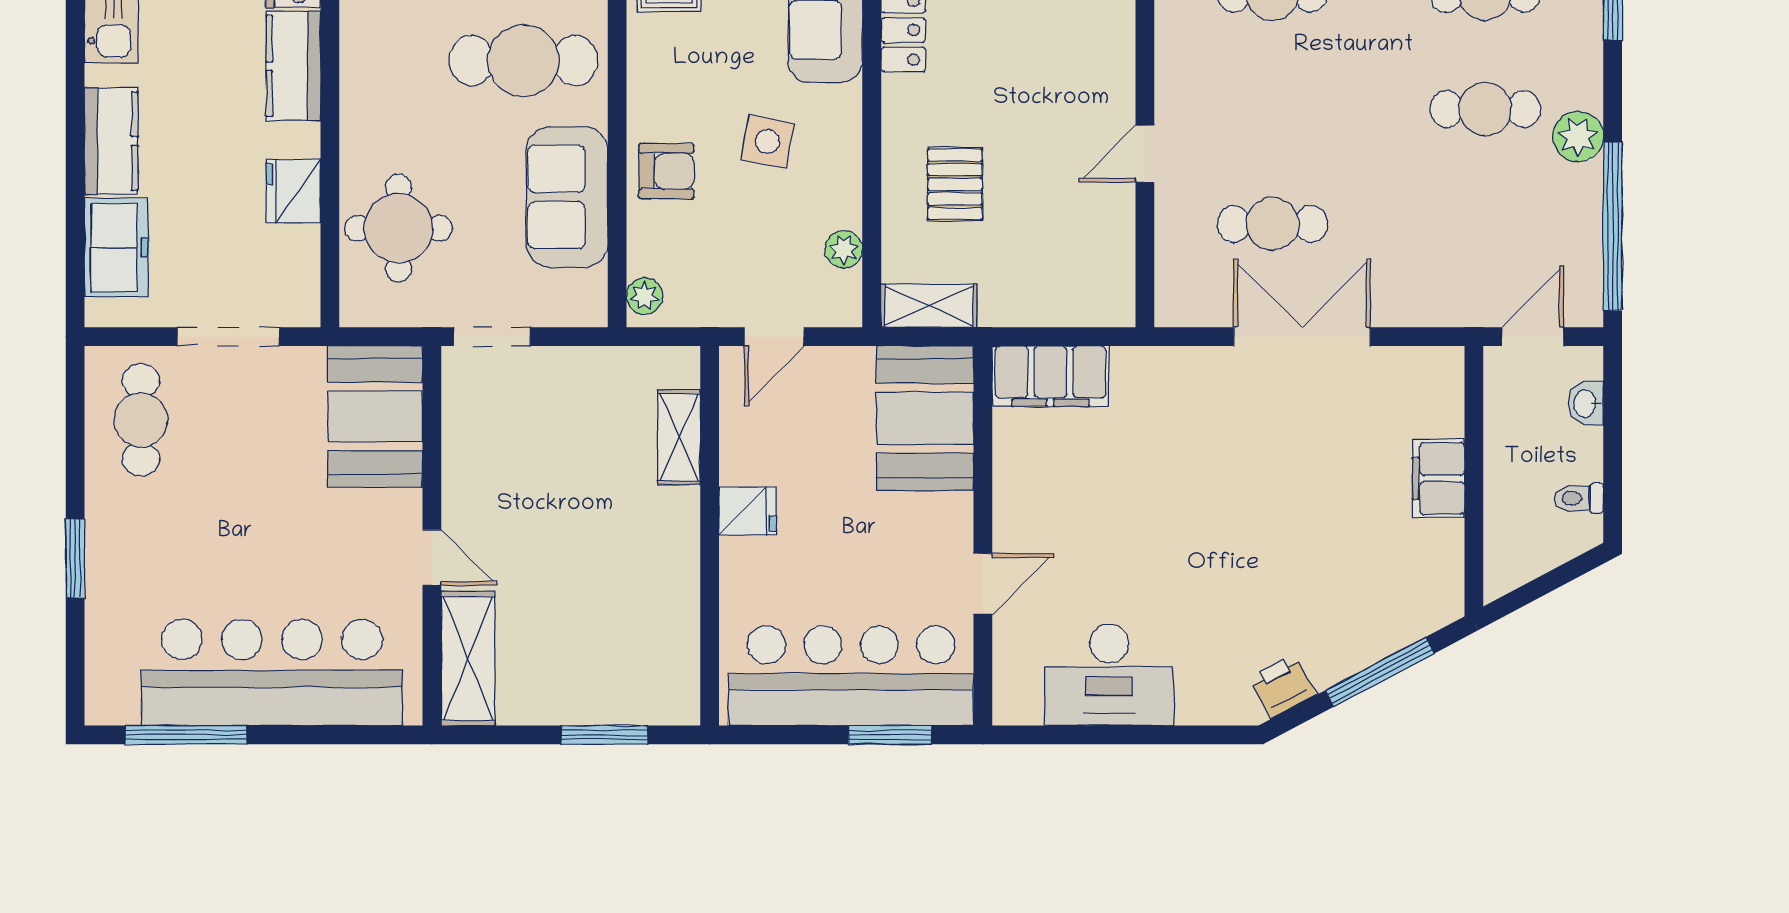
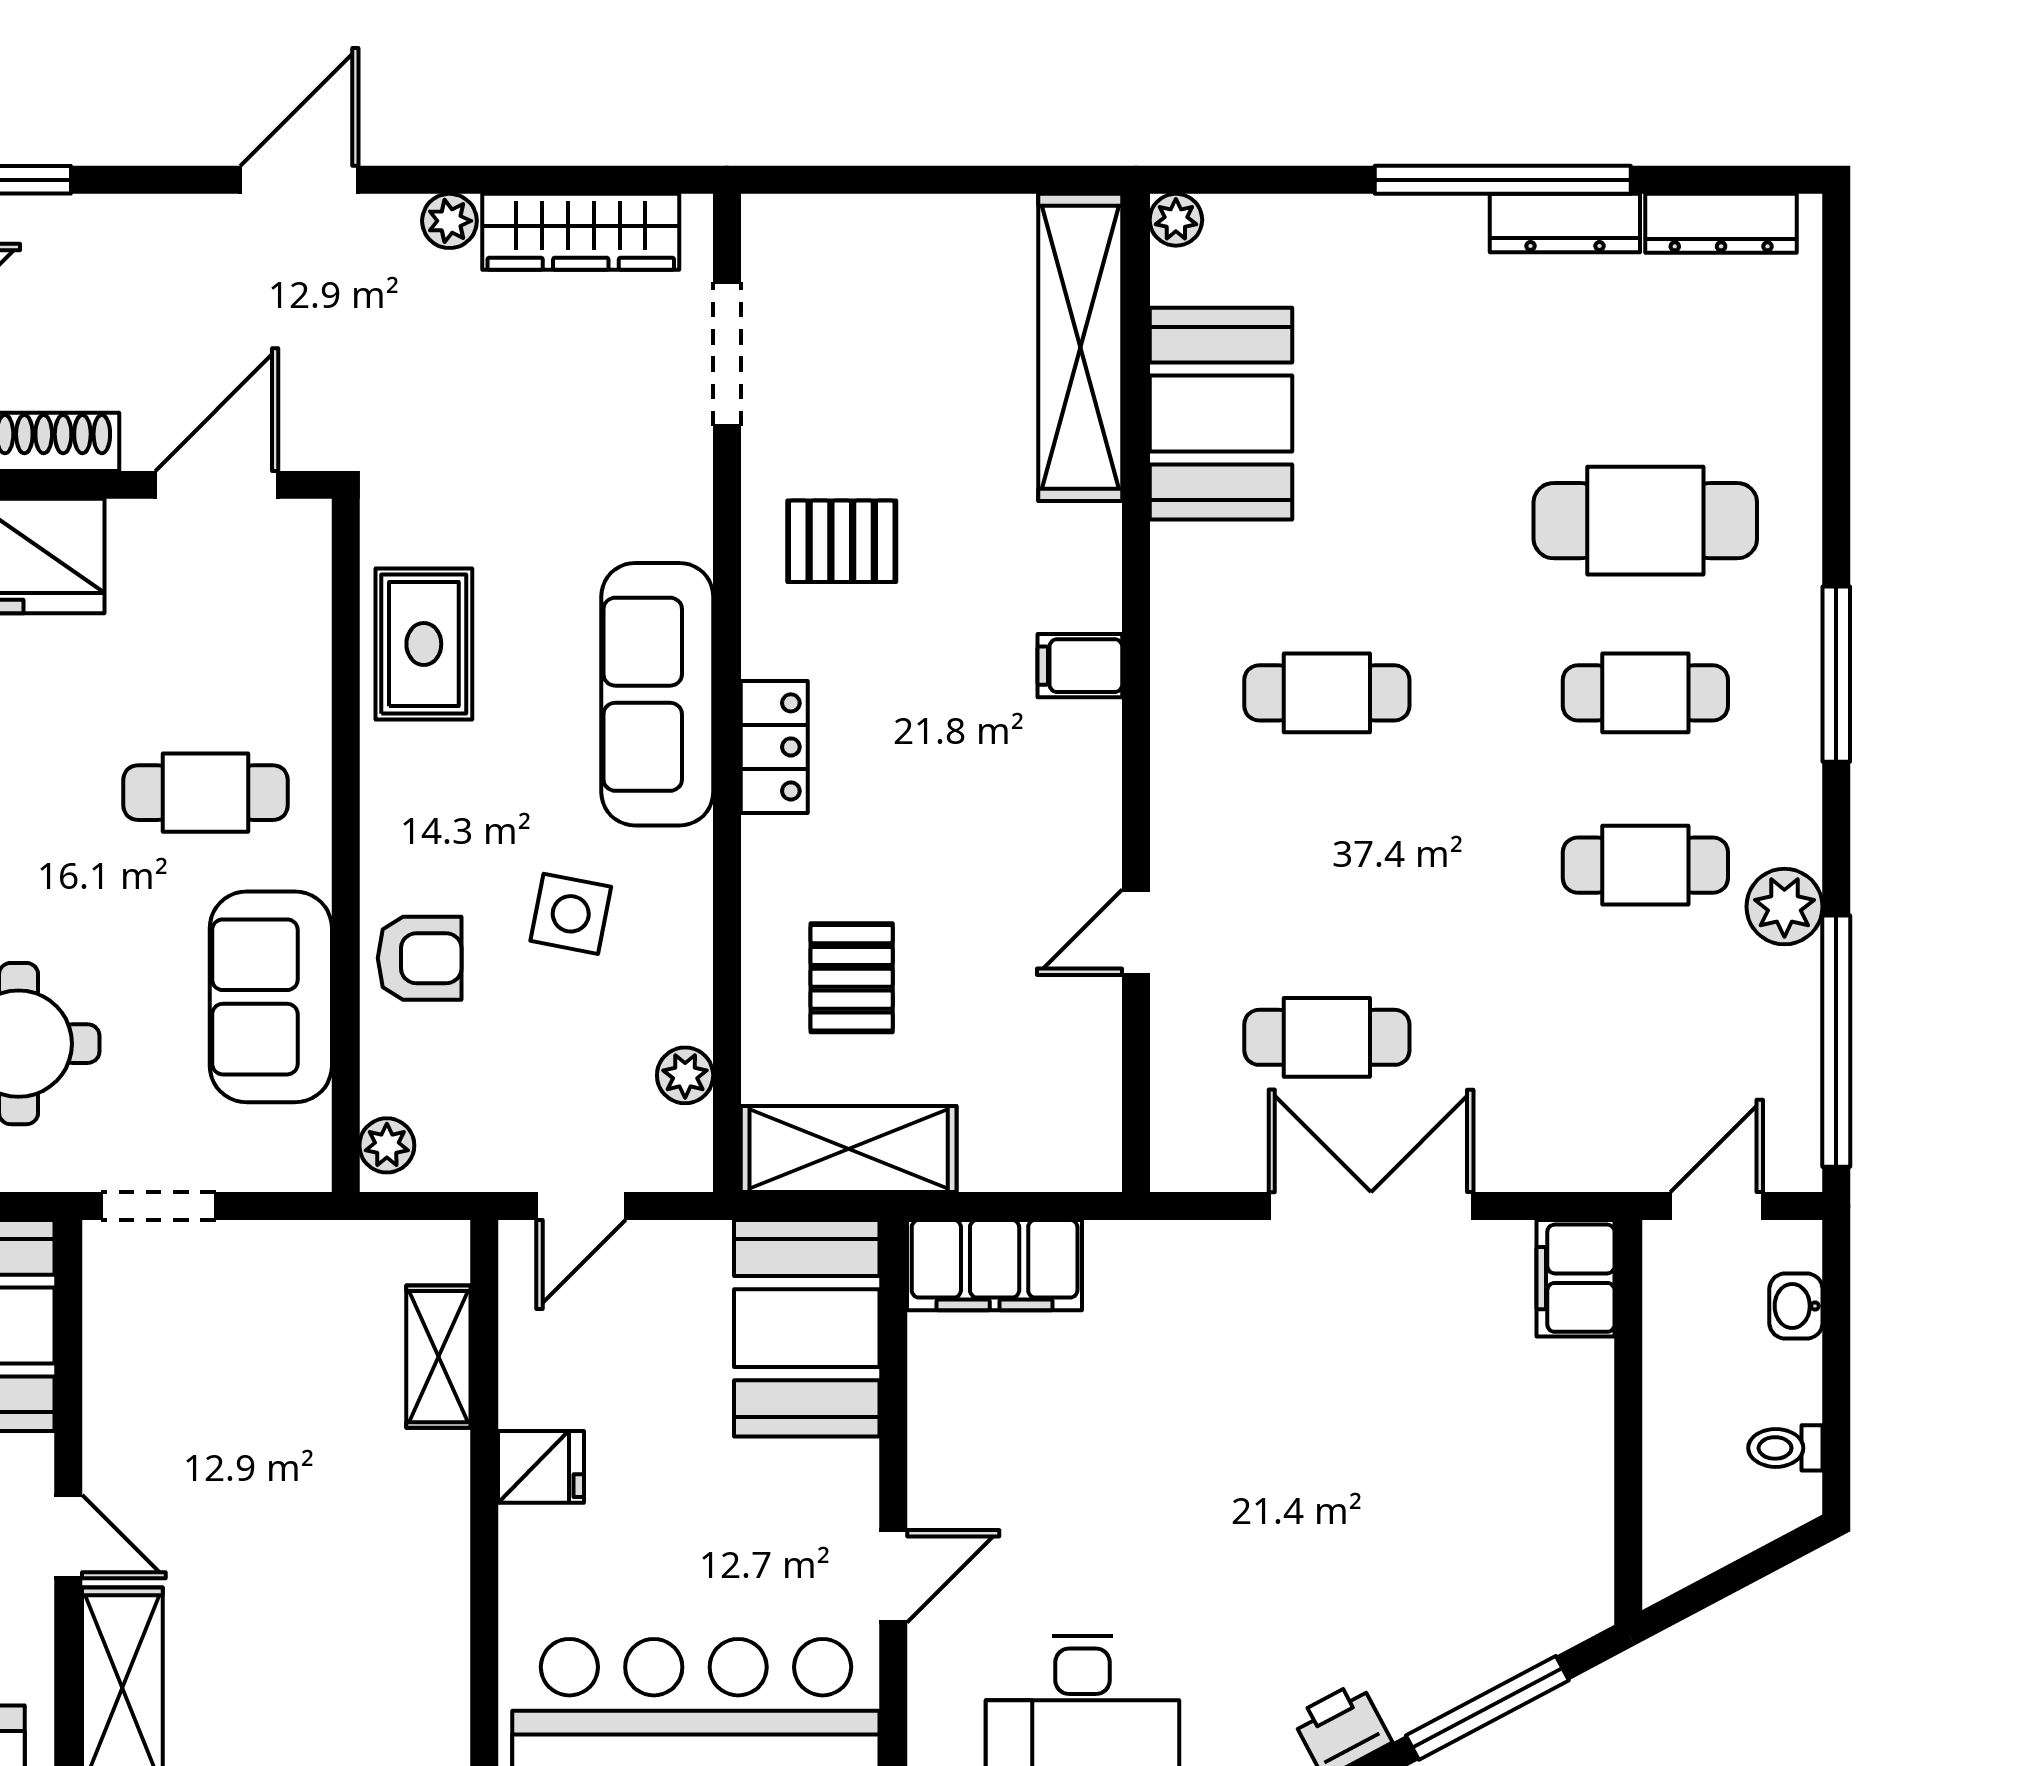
cafe table: (523, 61) -> (205, 793), width x0.73, depth x0.74
shelving: (929, 306) -> (849, 1149), width x1.50, depth x1.33
filing cabinet: (1438, 478) -> (1575, 1278), moved

